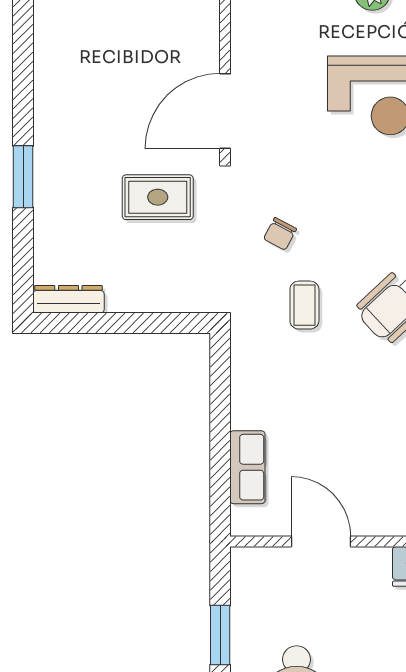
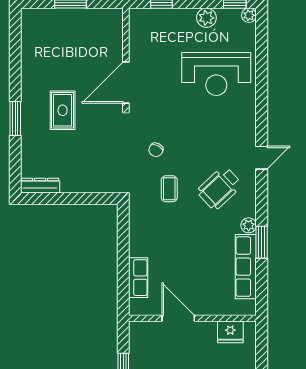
rug: (158, 197) -> (63, 110), moved, turned 90

